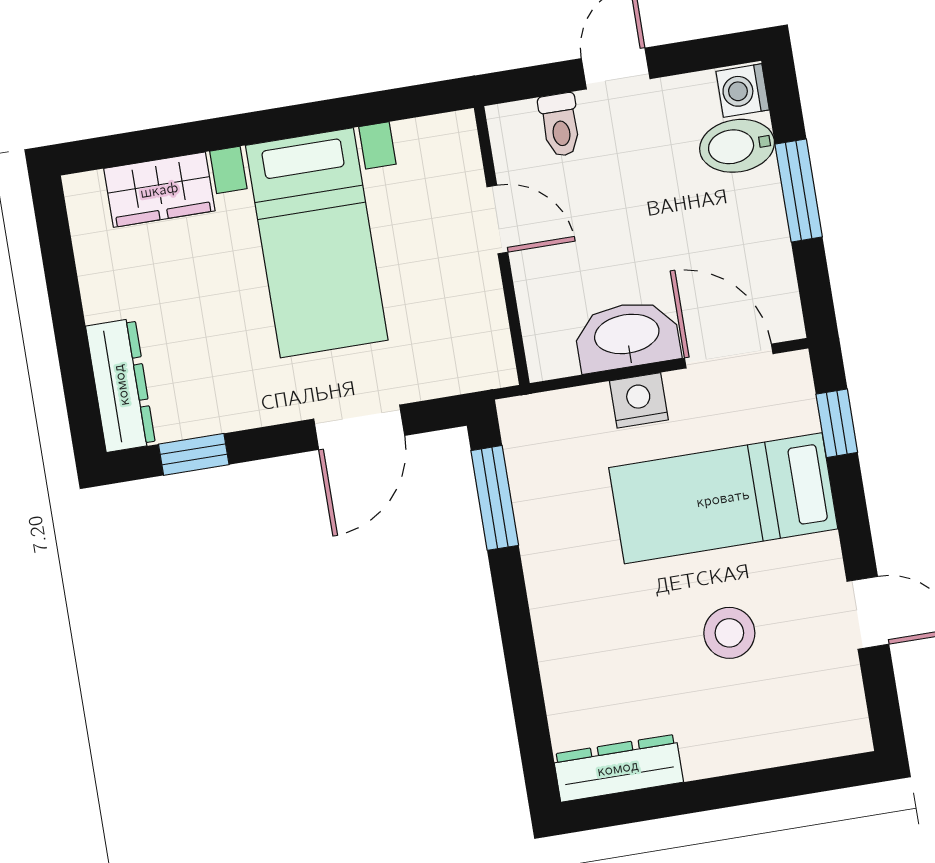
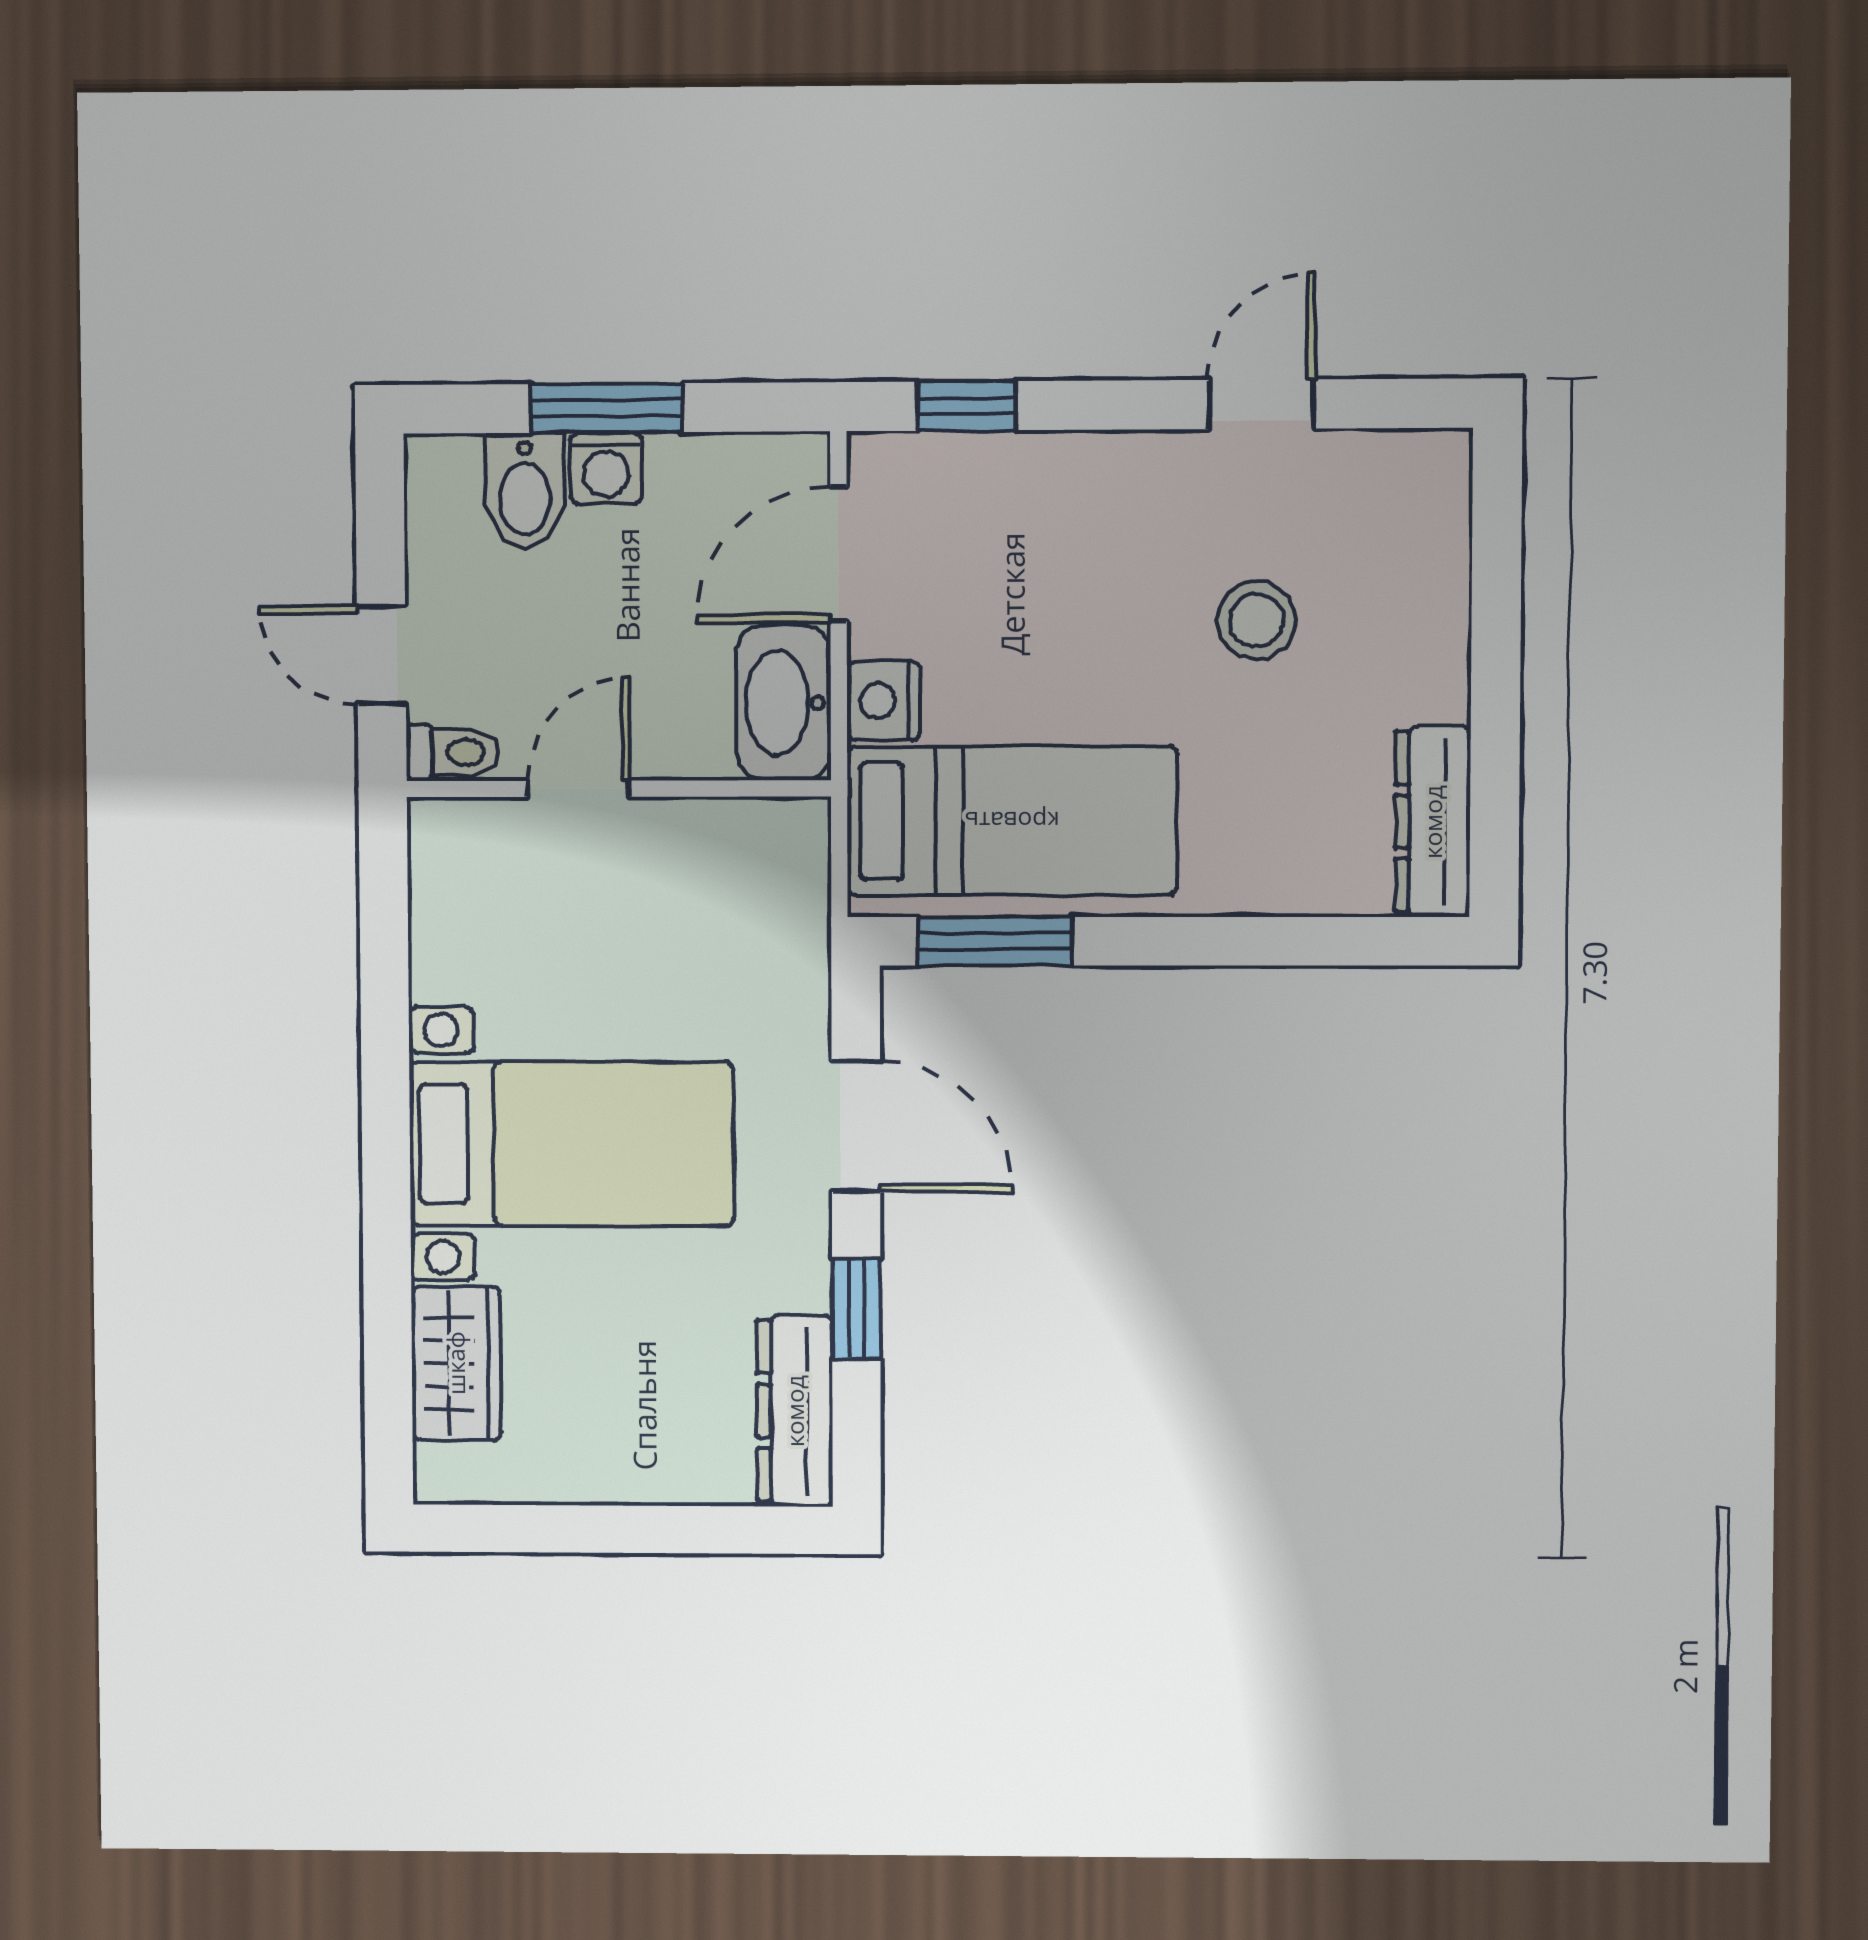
washing machine: (743, 91) -> (606, 468), moved
door: (497, 219) -> (578, 789), moved
wall: (502, 246) -> (618, 789), moved
dresser: (121, 385) -> (795, 1411), moved, turned -90
window: (194, 454) -> (856, 1309), moved
bed: (723, 498) -> (1012, 821), moved, turned -90

